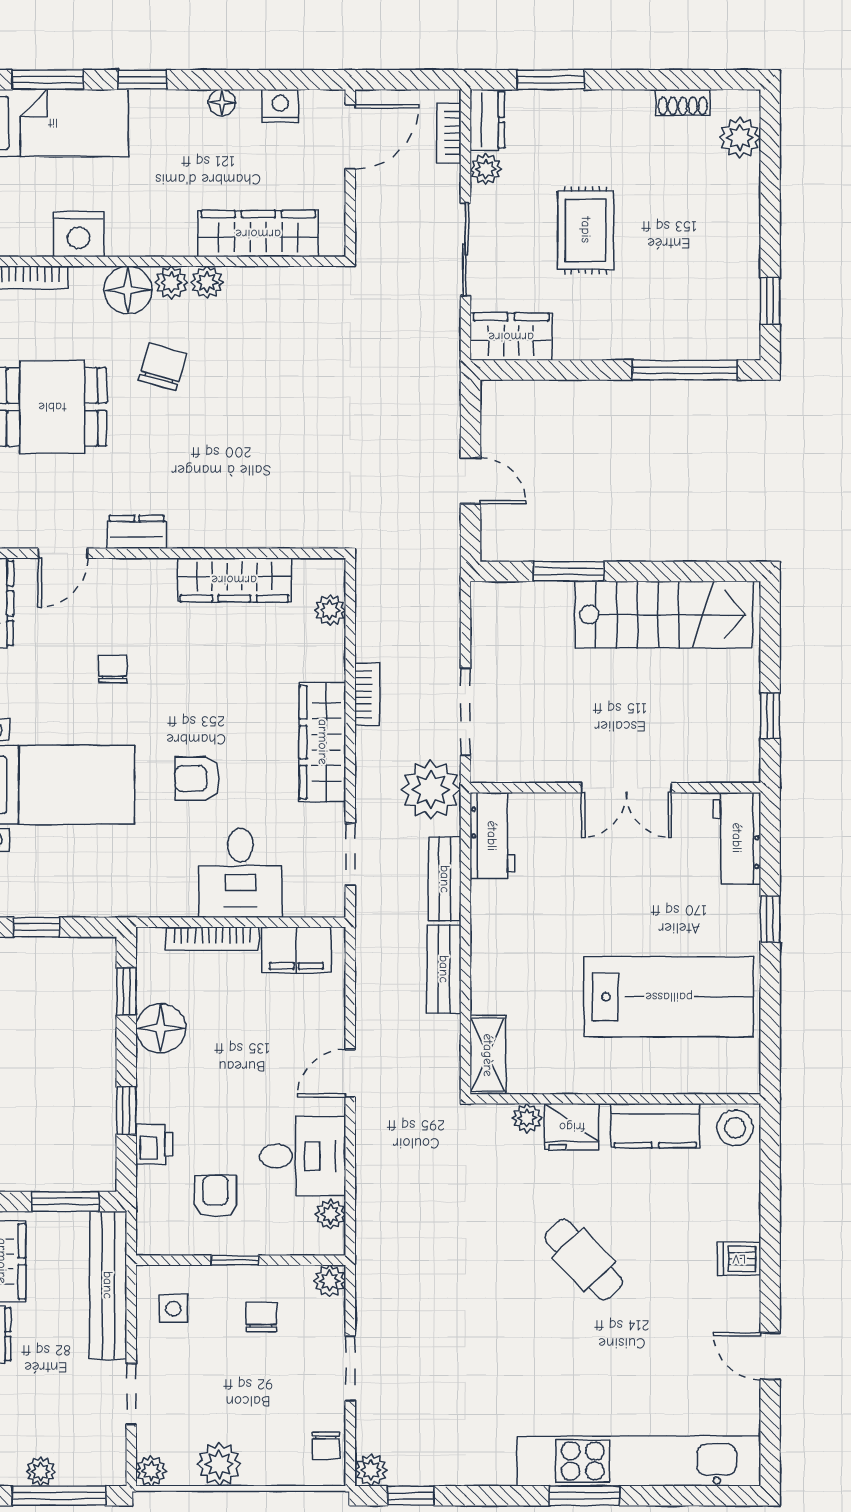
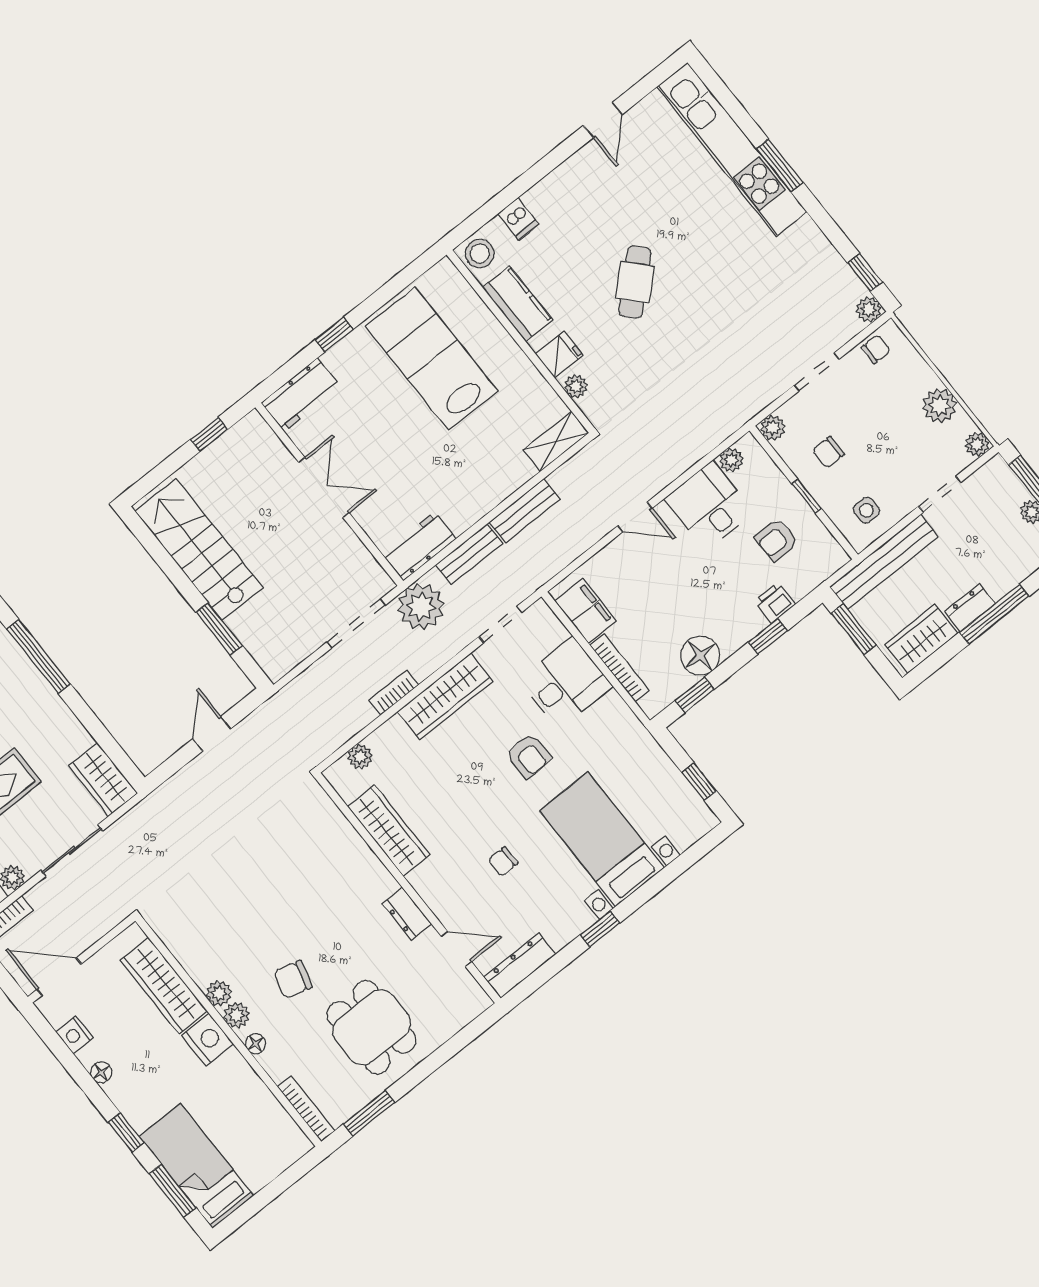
nightstand: (79, 234) -> (208, 1040), moved
floor lamp: (128, 290) -> (256, 1044), width x0.53, depth x0.53
fridge: (572, 1127) -> (559, 355), width x0.72
dishwasher: (739, 1259) -> (518, 219), moved

